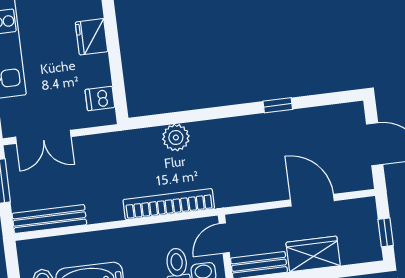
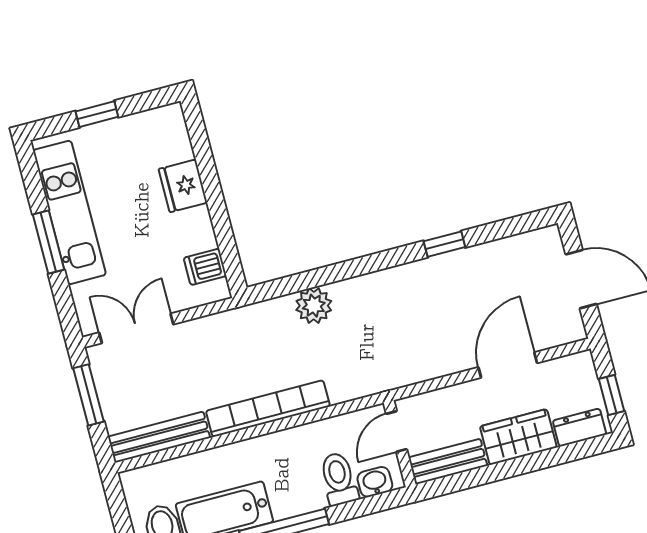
double door: (43, 137) -> (136, 328), swing flipped
door: (312, 200) -> (508, 365), hinge flipped
bookcase: (169, 204) -> (268, 409), moved
dresser: (359, 253) -> (580, 428), added

